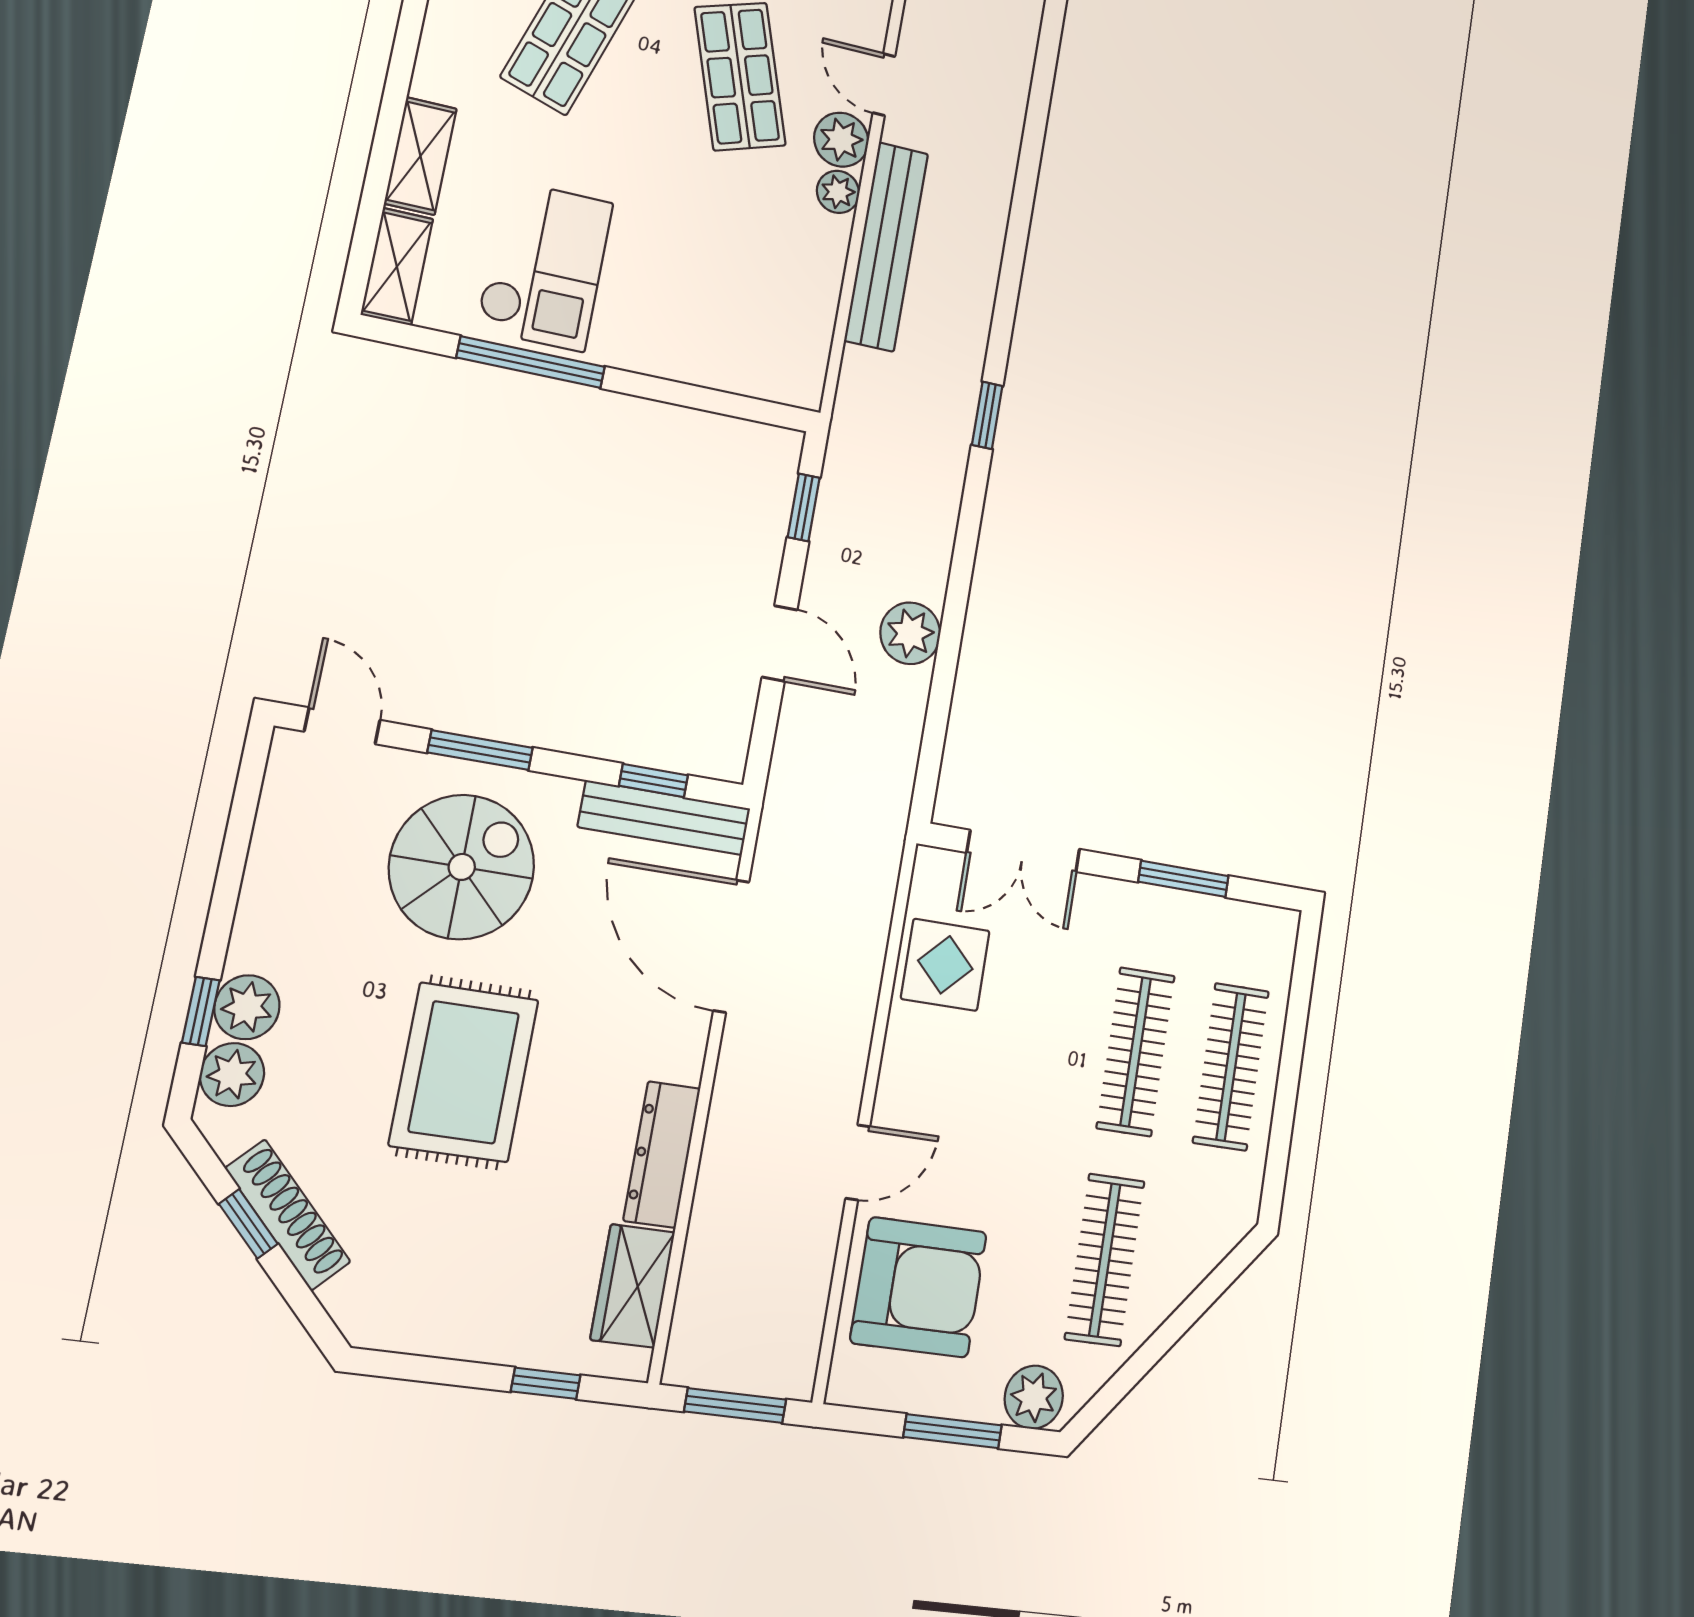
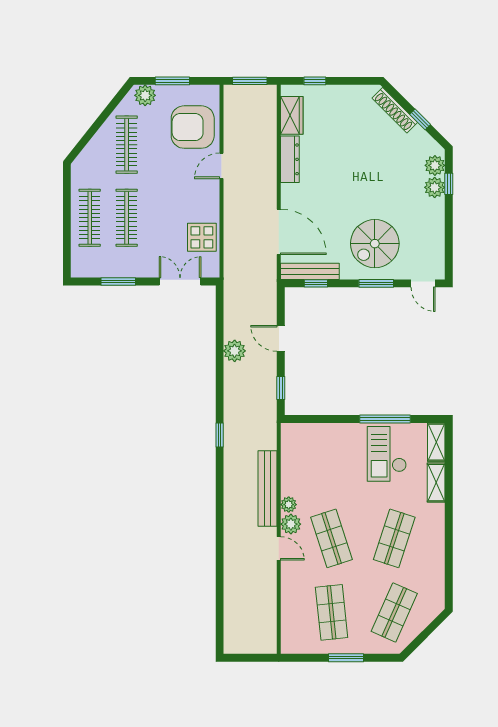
rug: (464, 1072) -> (361, 177), removed
shoe rack: (288, 1215) -> (395, 110), moved

